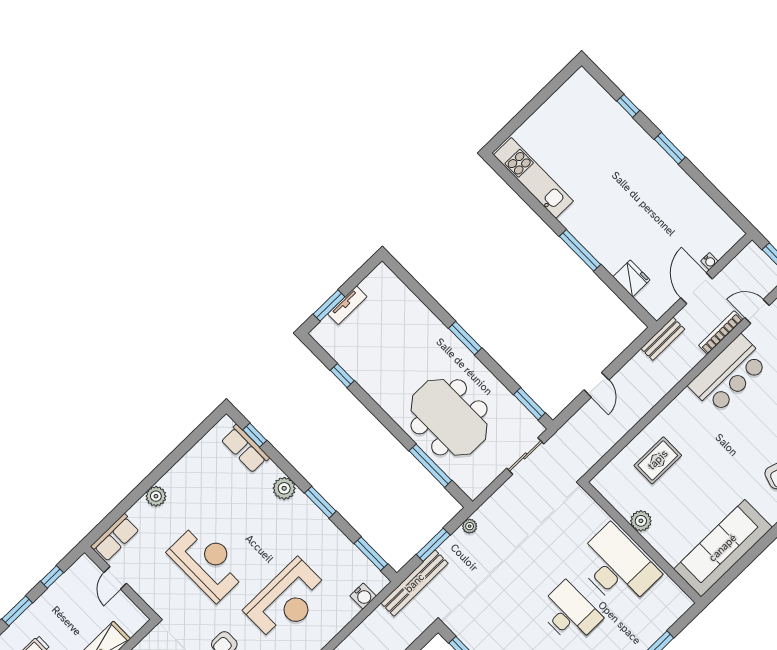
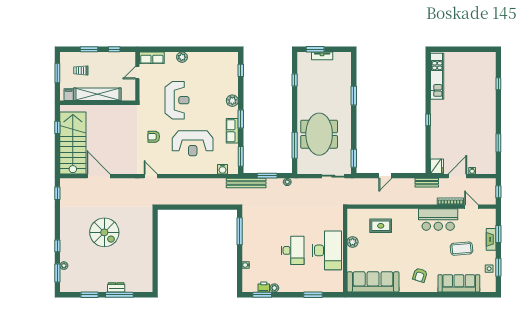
window: (670, 148) -> (498, 143), moved
window: (580, 250) -> (428, 120), width x0.46
fridge: (631, 278) -> (437, 166), moved
window: (465, 338) -> (354, 96), moved
row of seats: (245, 449) -> (232, 131), moved

